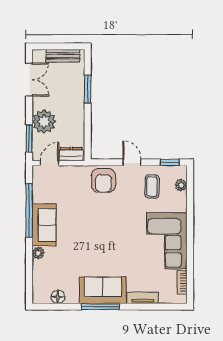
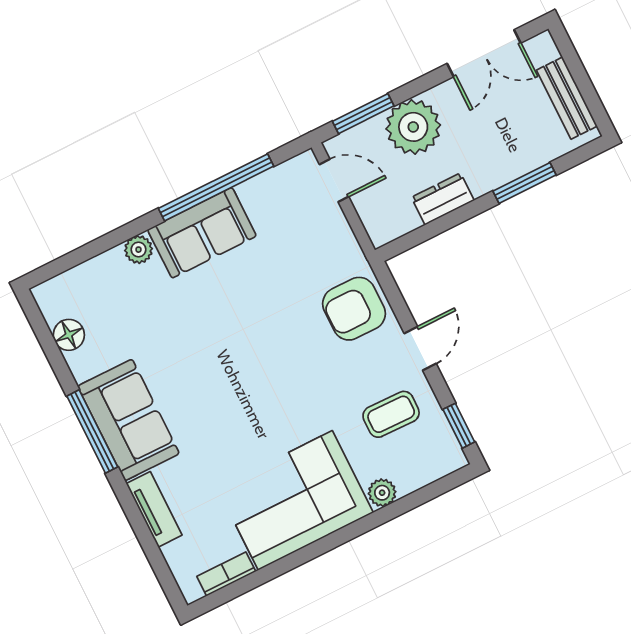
dresser: (71, 154) -> (443, 199), moved, turned -90
plant: (181, 185) -> (382, 493), moved

